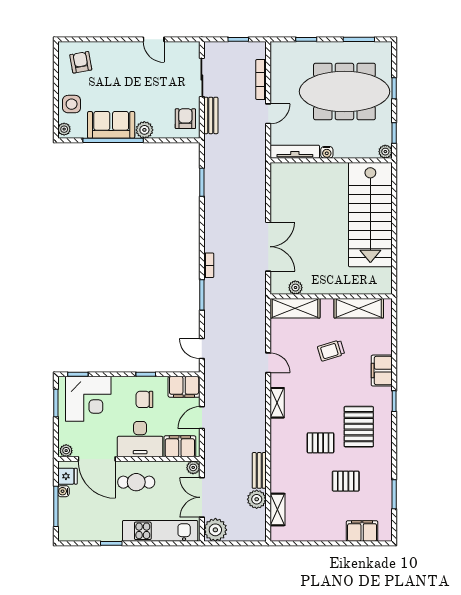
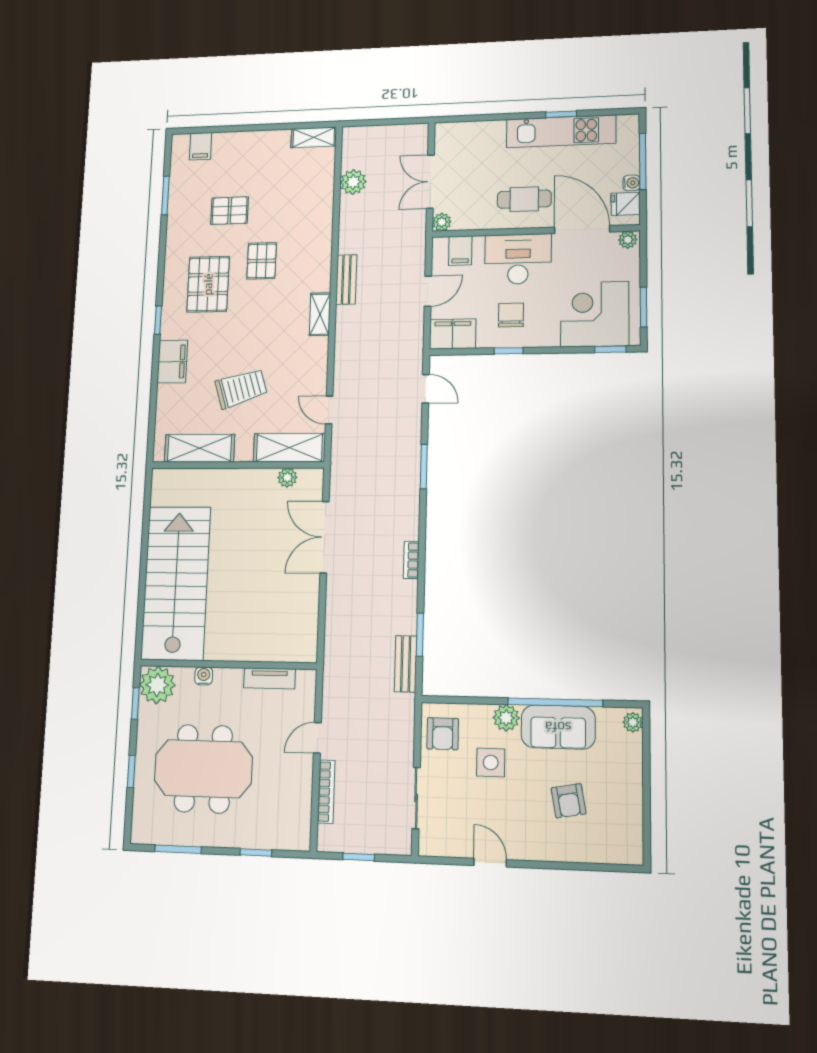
armchair: (81, 62) -> (569, 801), moved
meeting table: (344, 92) -> (203, 769), width x0.73
side table: (72, 104) -> (491, 762), moved
bench: (211, 115) -> (406, 664), moved
tv unit: (295, 152) -> (269, 678), width x0.71
water cooler: (327, 152) -> (204, 676), moved
plant: (385, 152) -> (157, 685), width x1.87, depth x1.87
bookcase: (209, 265) -> (411, 560), moved
trolley: (331, 351) -> (241, 388), width x1.36, depth x1.39
door: (268, 363) -> (329, 410), moved
chair: (144, 399) -> (511, 315), turned -90
pallet: (321, 443) -> (262, 261), turned 90
filing cabinet: (180, 446) -> (460, 251), width x0.50
bench: (259, 470) -> (346, 280), moved
double door: (202, 497) -> (430, 182), swing flipped
shelving: (277, 509) -> (314, 137), moved, turned 90
plant: (215, 530) -> (412, 139), removed
kitchen unit: (160, 531) -> (561, 131), moved
filing cabinet: (362, 531) -> (201, 146), width x0.50

